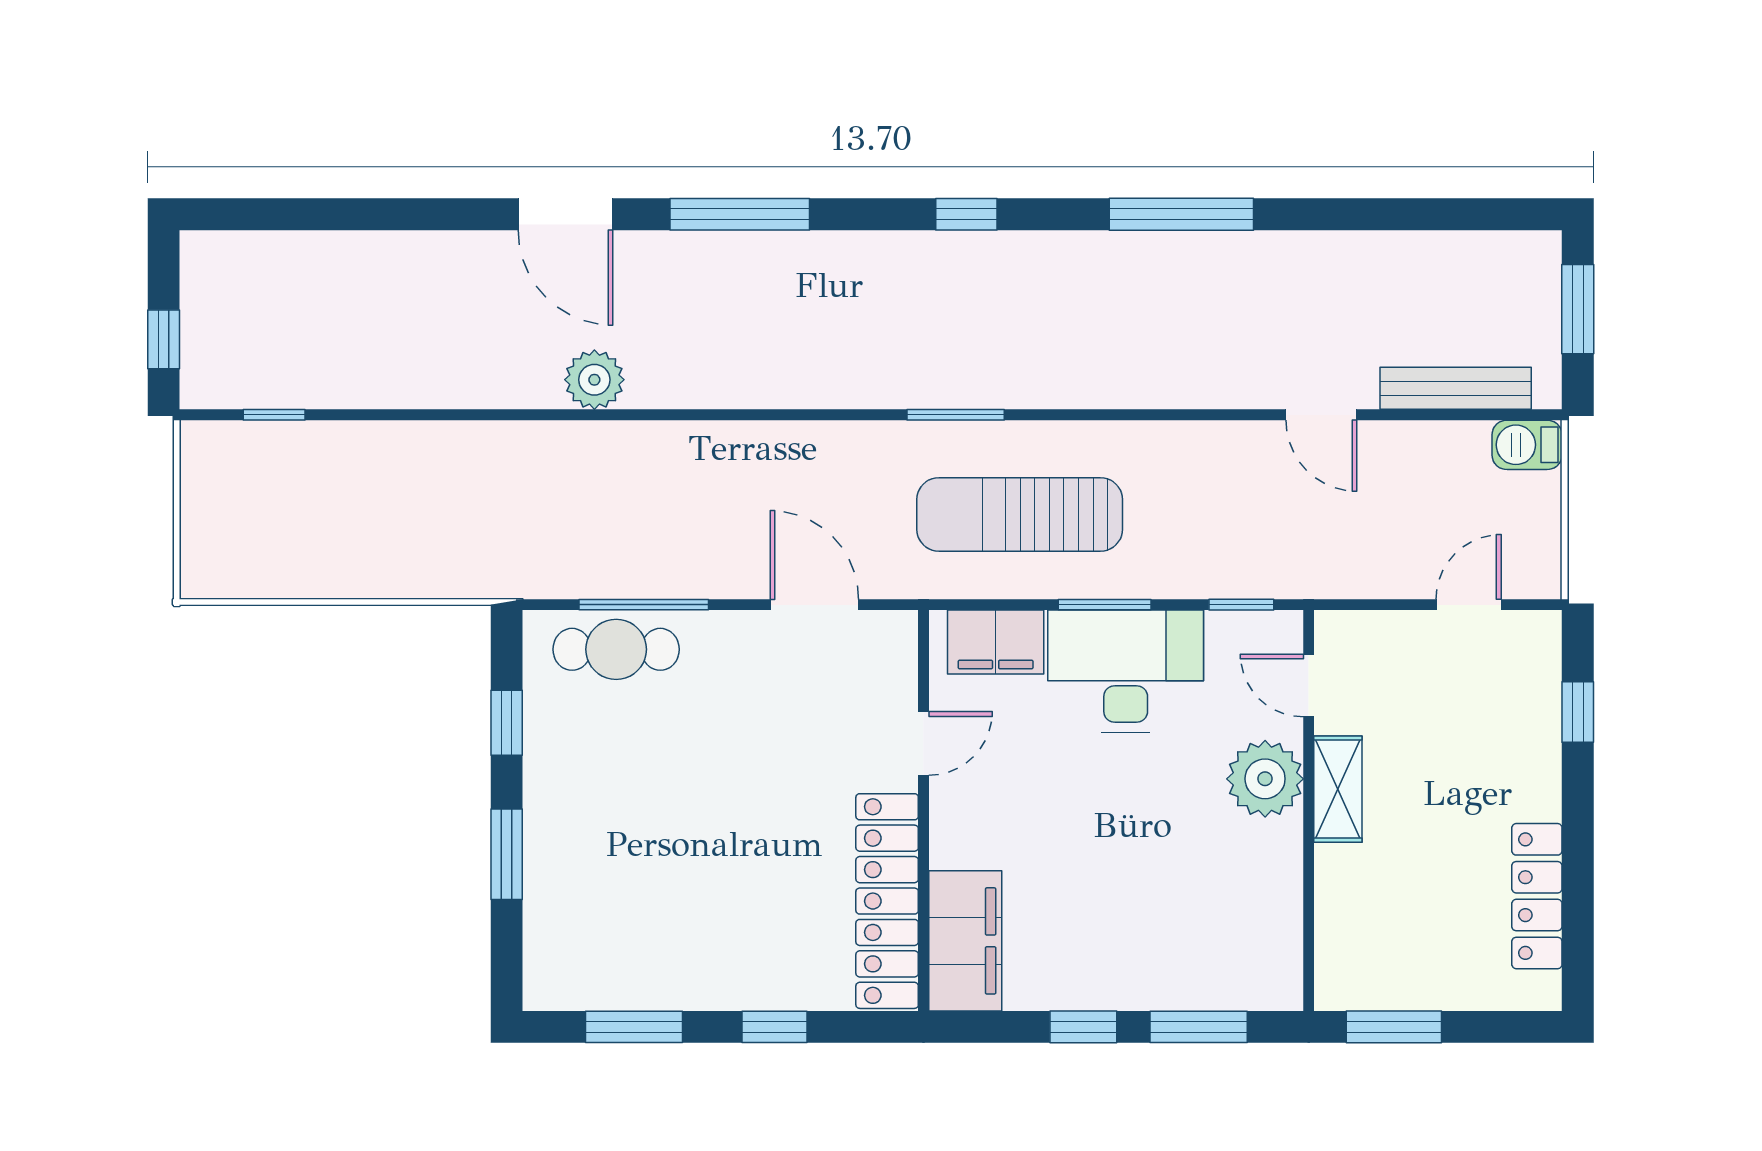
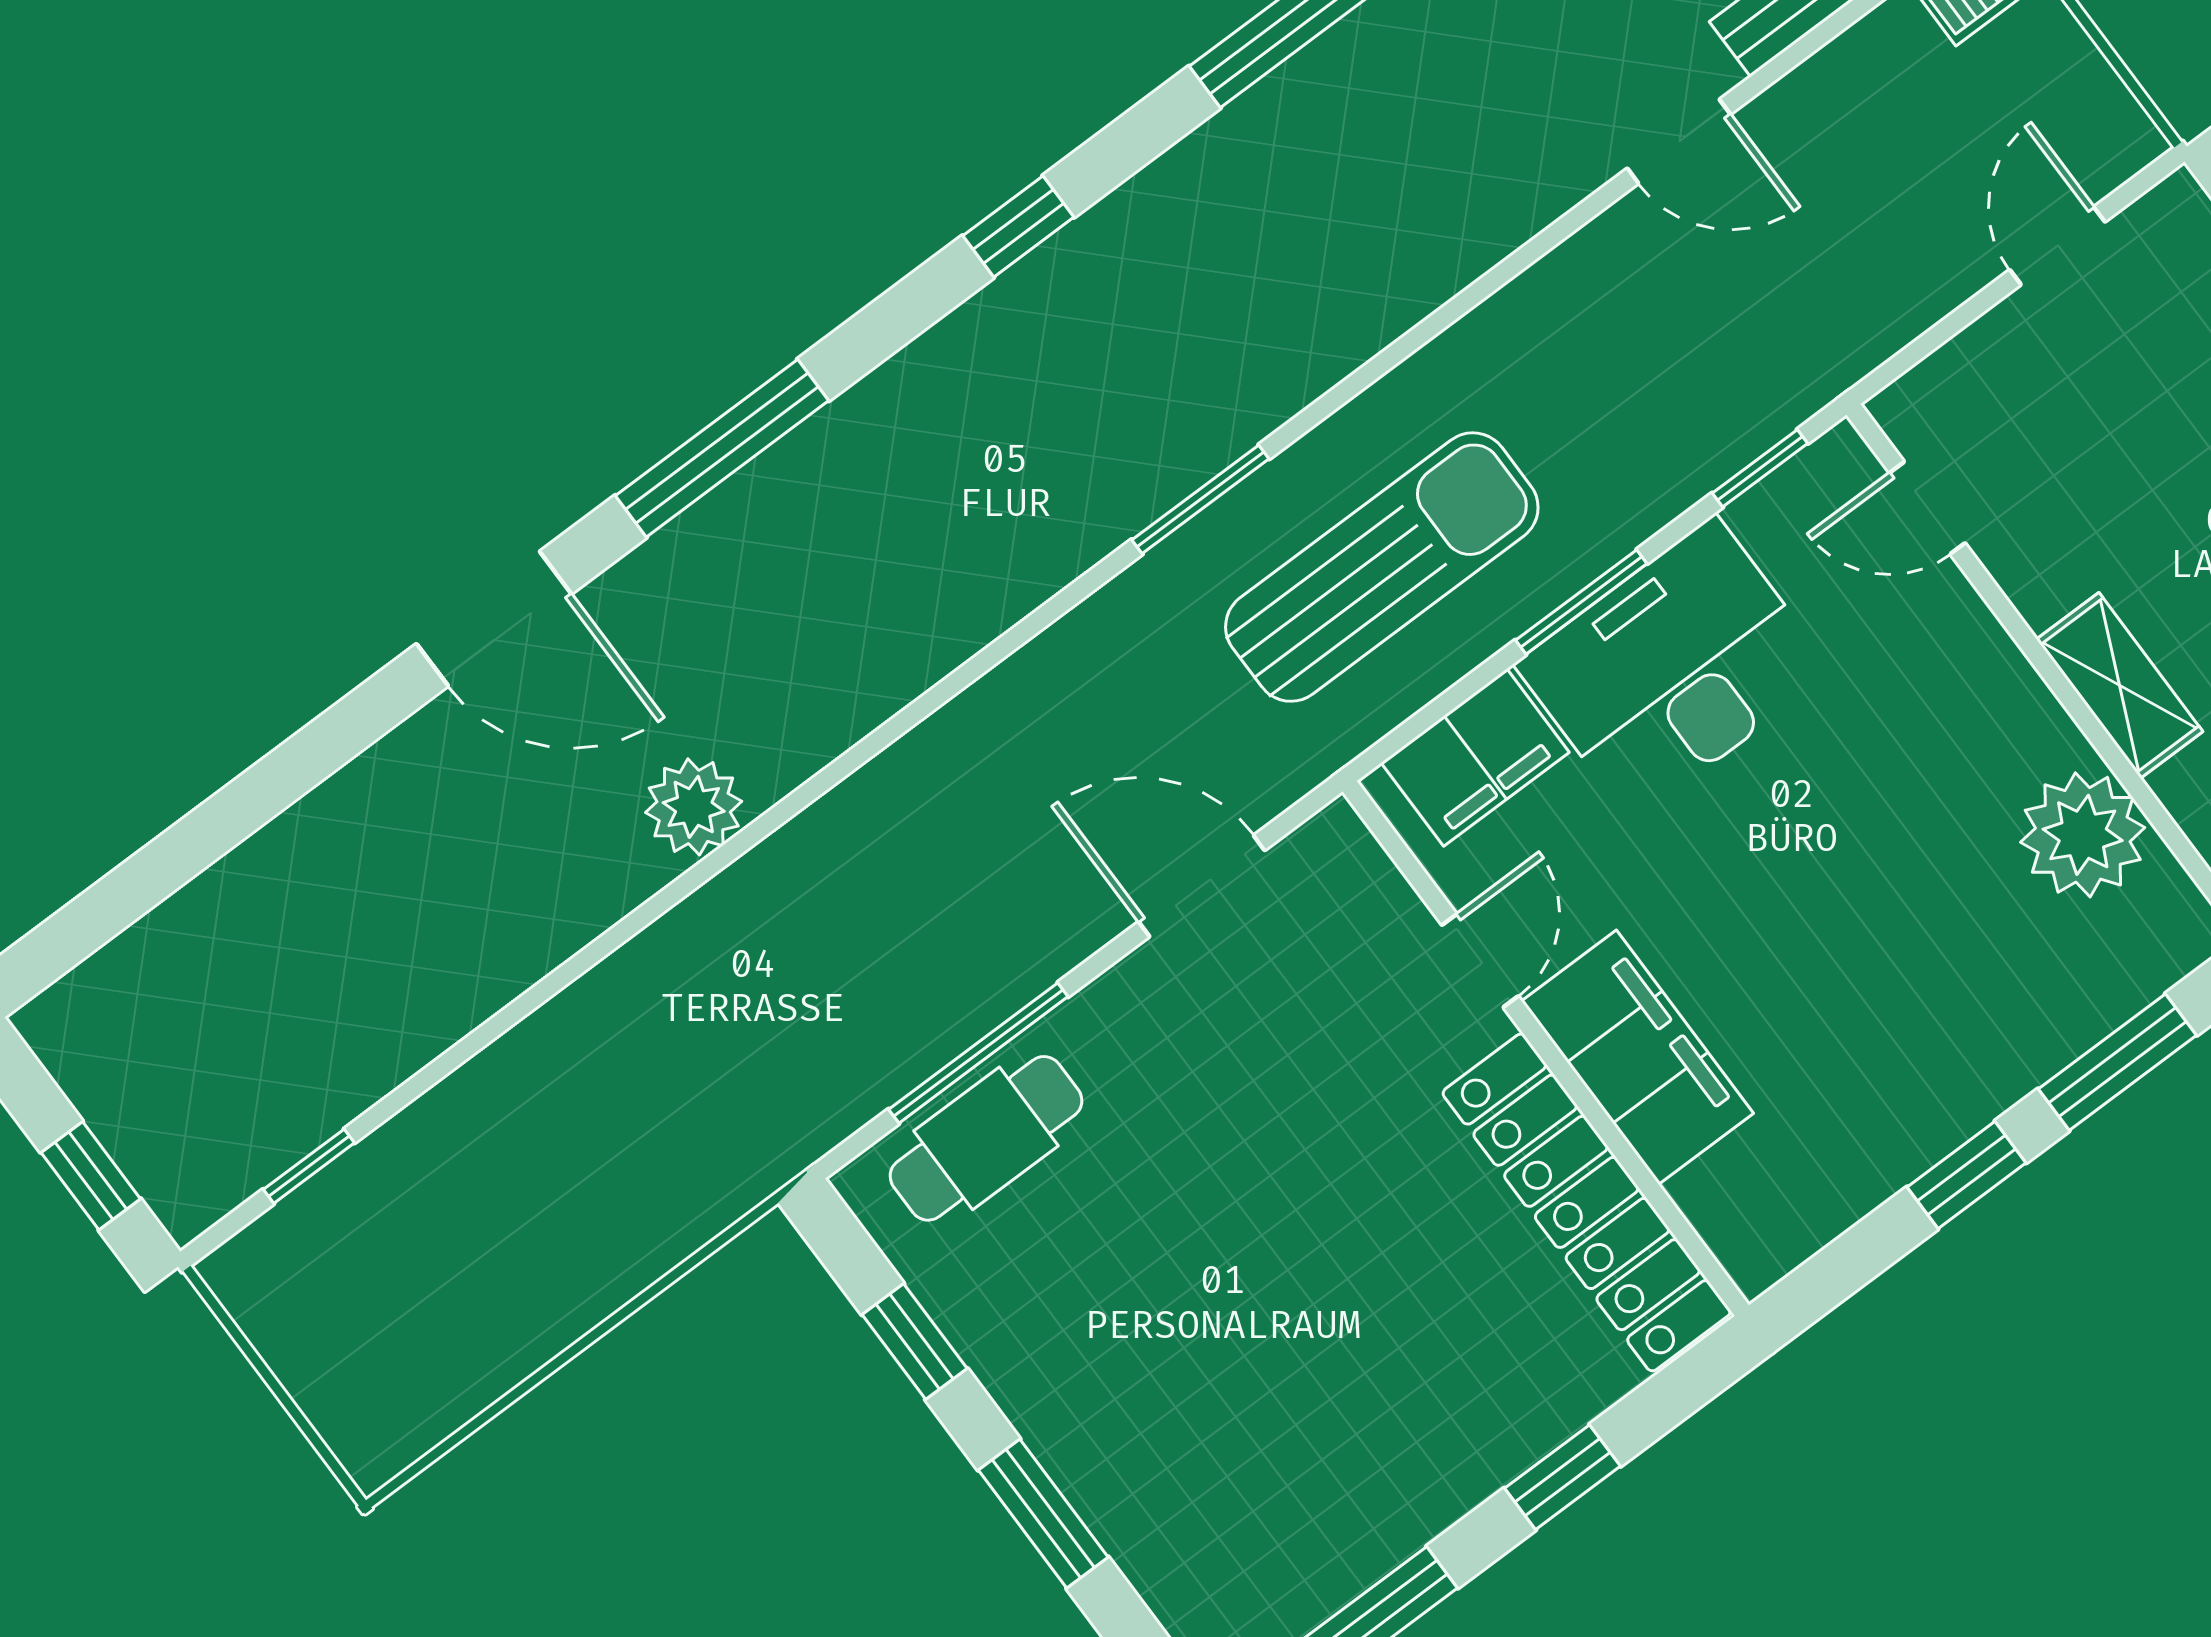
sun lounger: (1020, 514) -> (1382, 567), turned 180
plant: (1265, 779) -> (2083, 835), moved
shelving: (1338, 789) -> (2120, 685), moved
filing cabinet: (965, 941) -> (1637, 1057), moved

